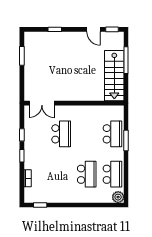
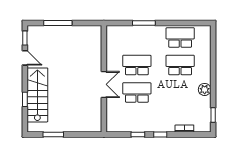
door: (93, 29) -> (25, 58), hinge flipped
stairs: (114, 76) -> (37, 95), moved, turned -90
double door: (42, 103) -> (104, 84), moved
school desk: (112, 134) -> (137, 65), moved
plant: (118, 197) -> (205, 89), moved

